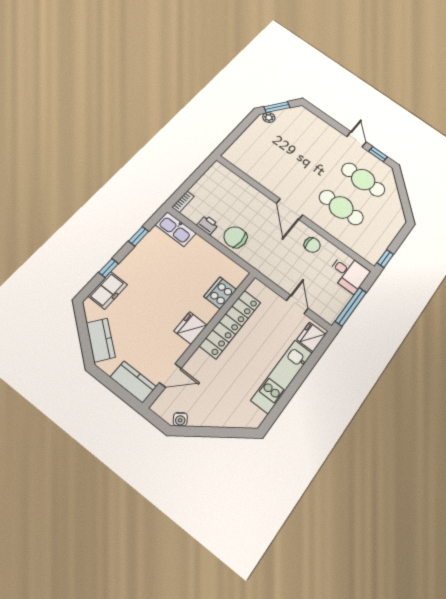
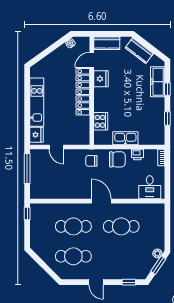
window: (378, 154) -> (129, 282), moved
cafe table: (287, 169) -> (121, 226), added
kitchen sink: (176, 229) -> (125, 138), moved
chair: (312, 245) -> (91, 161), moved
desk: (348, 273) -> (150, 187), moved, turned -90
freezer: (108, 290) -> (158, 82), width x1.40
locker: (230, 324) -> (83, 92), moved
fridge: (190, 328) -> (101, 79), moved

